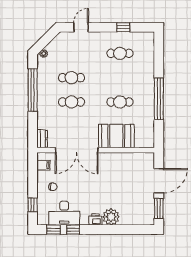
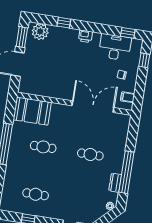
cafe table: (72, 78) -> (87, 178), removed
booth: (116, 136) -> (32, 111), moved
dresser: (42, 139) -> (115, 183), moved
plant: (111, 217) -> (40, 32), moved
window: (73, 230) -> (64, 23), moved

